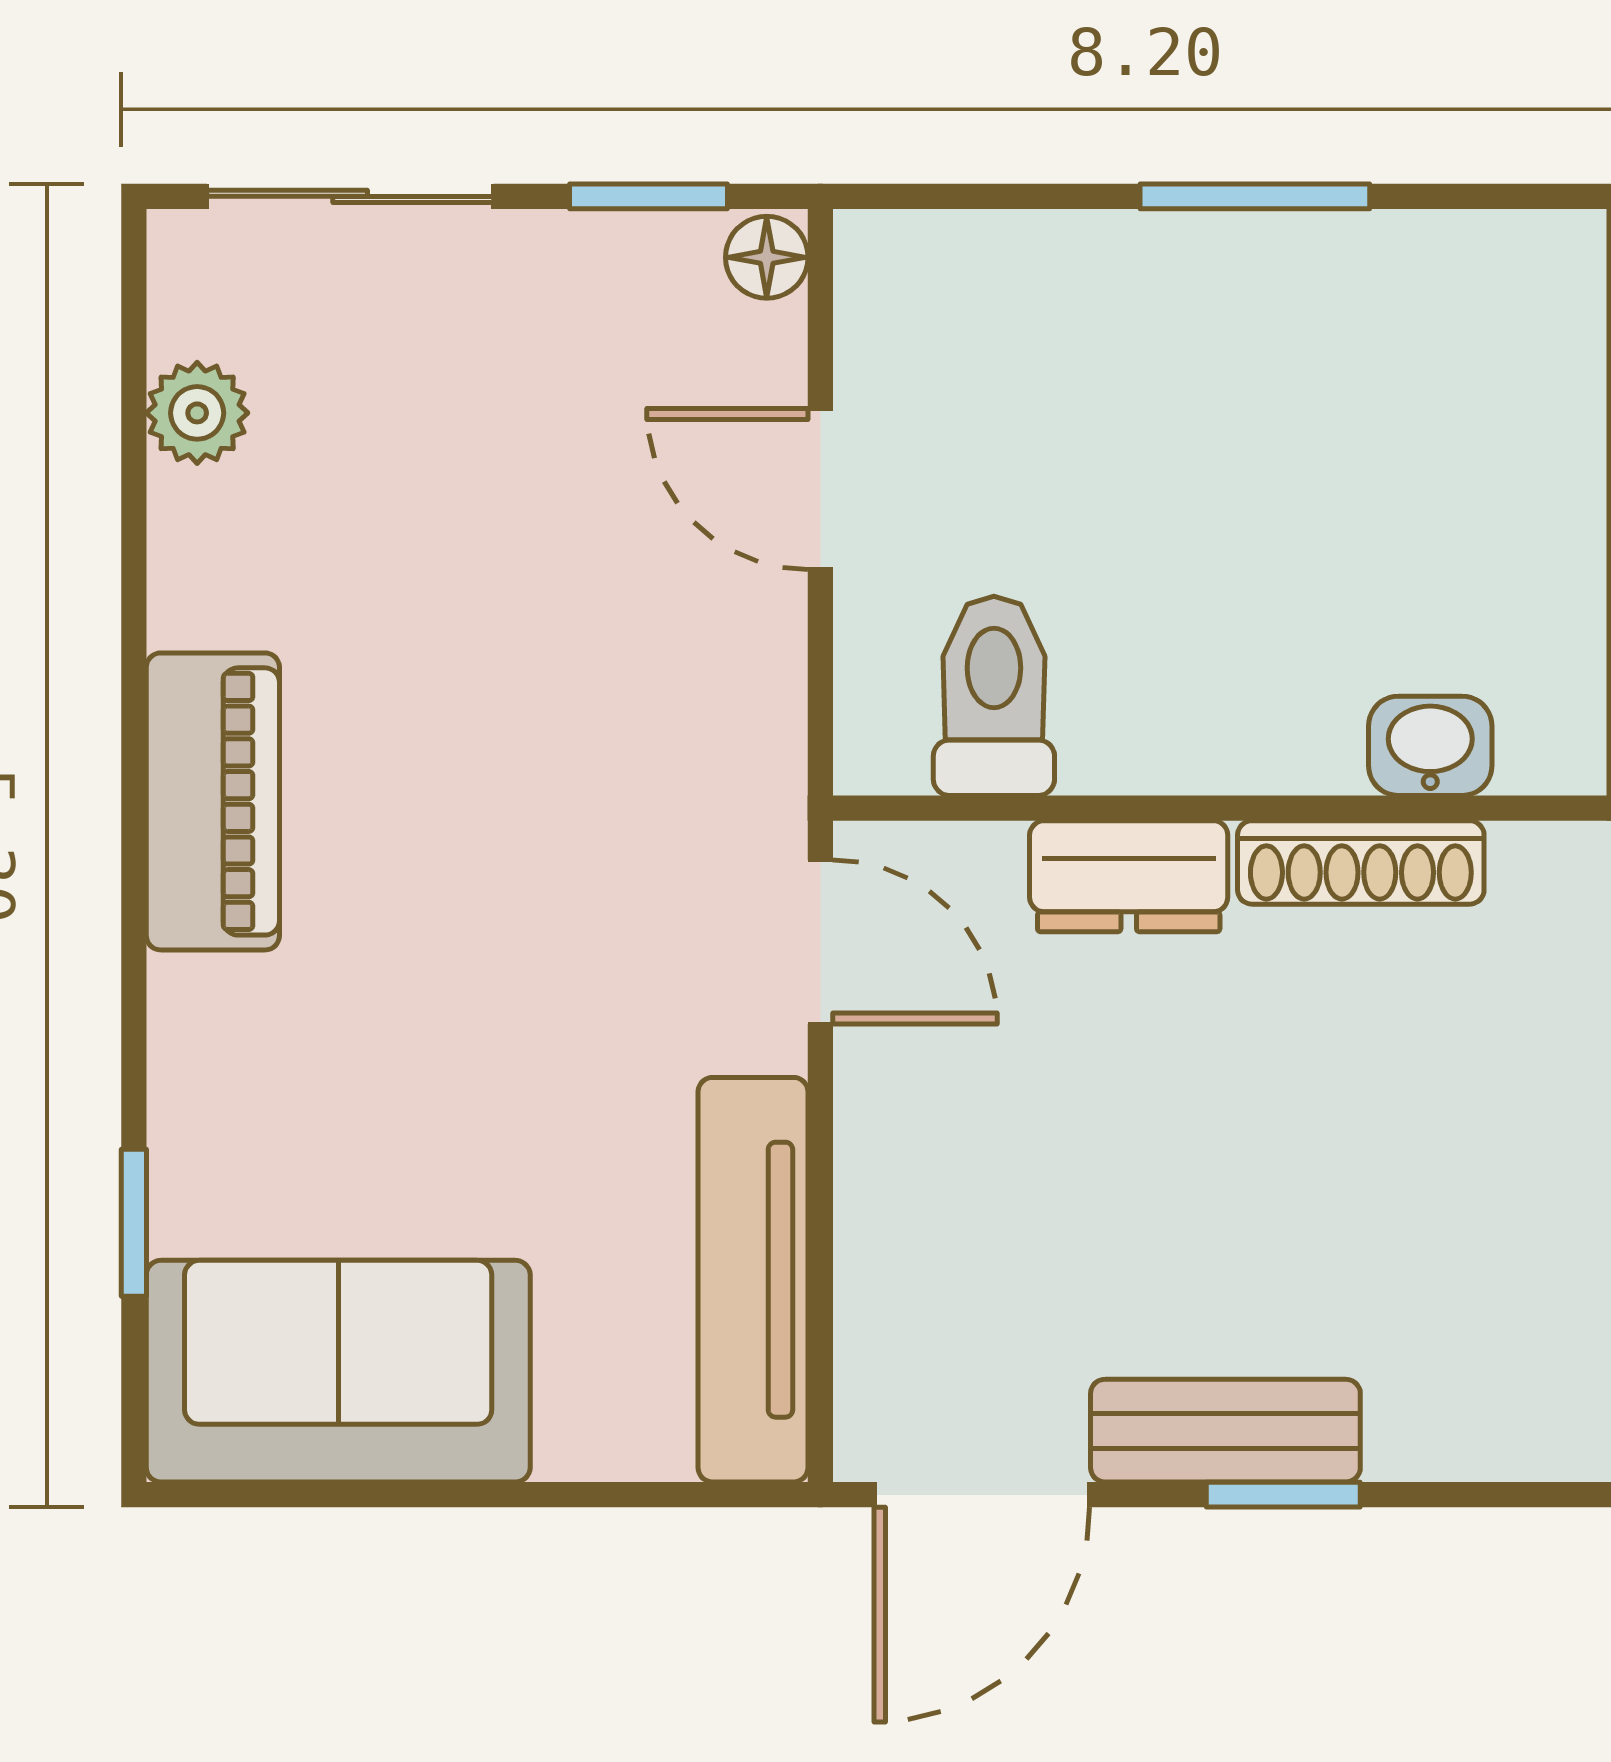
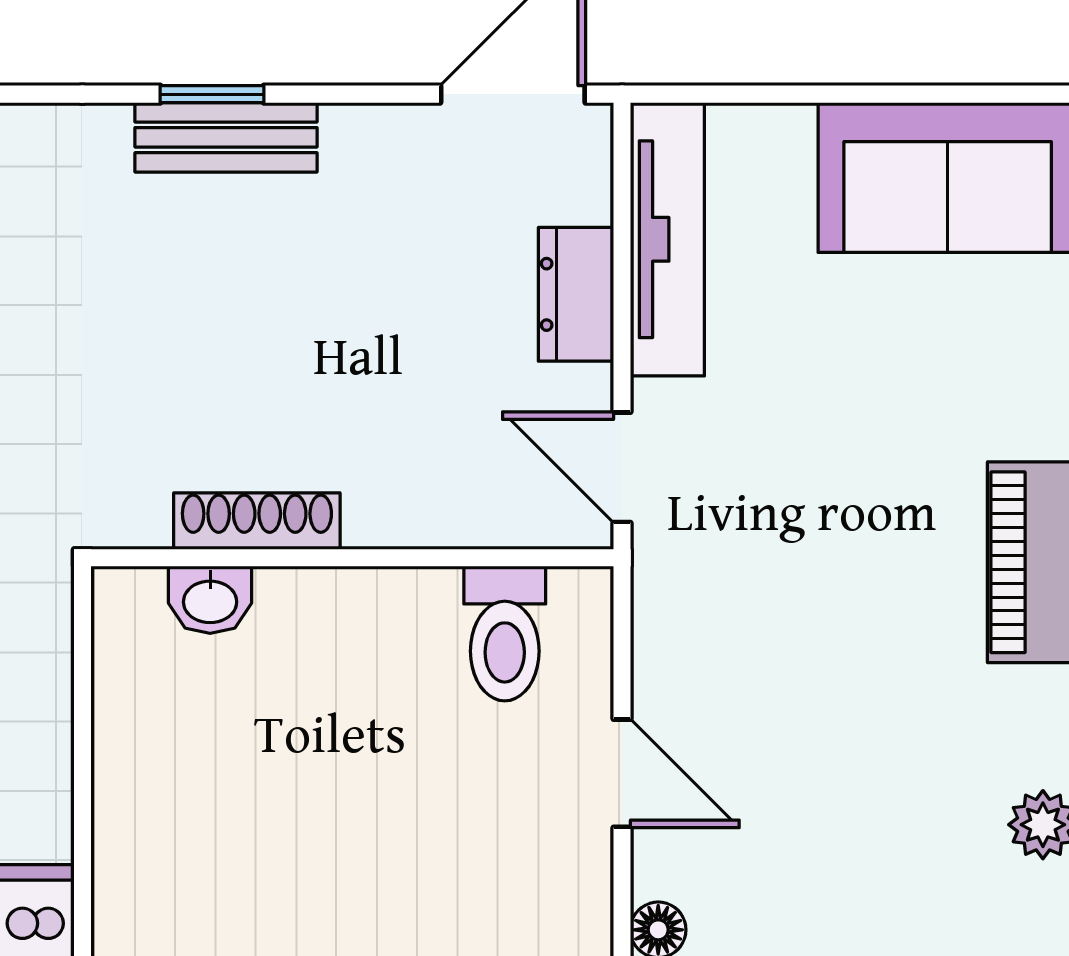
dresser: (1129, 876) -> (576, 294), moved, turned -90
bench: (1225, 1431) -> (226, 137), moved
window: (1283, 1495) -> (212, 94), moved

